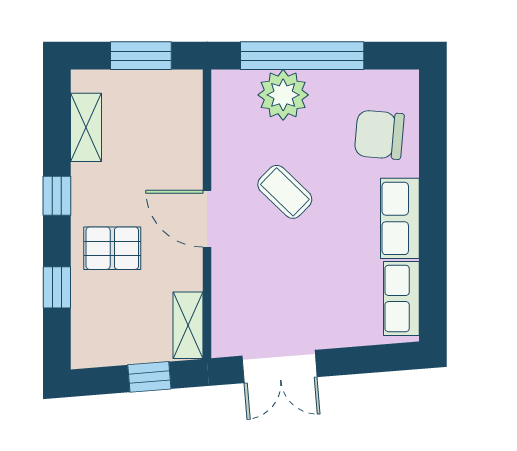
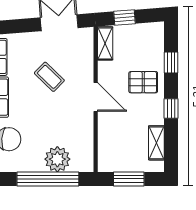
coffee table: (285, 192) -> (49, 77), moved

